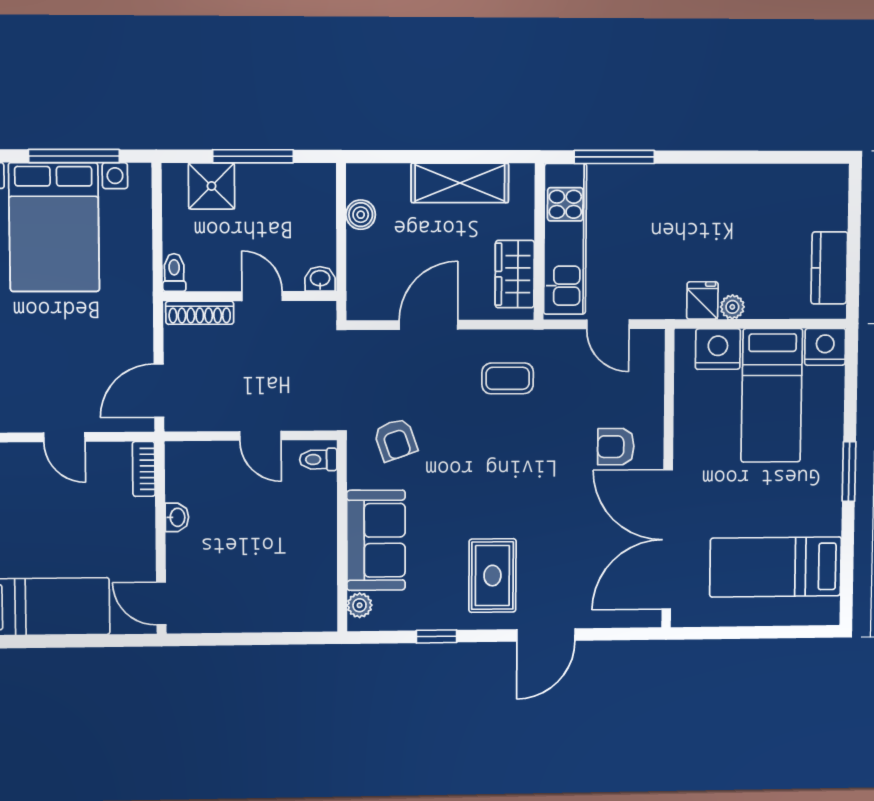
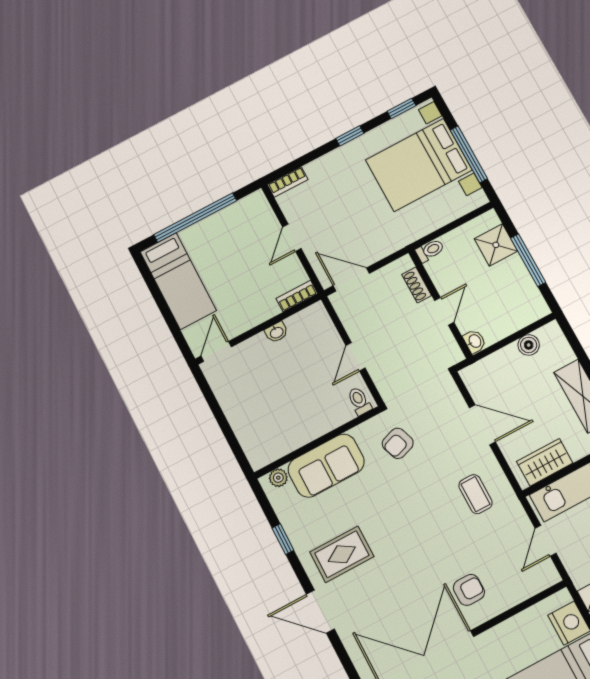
shoe rack: (200, 313) -> (417, 285), width x0.70
armchair: (616, 447) -> (469, 590), turned 90

